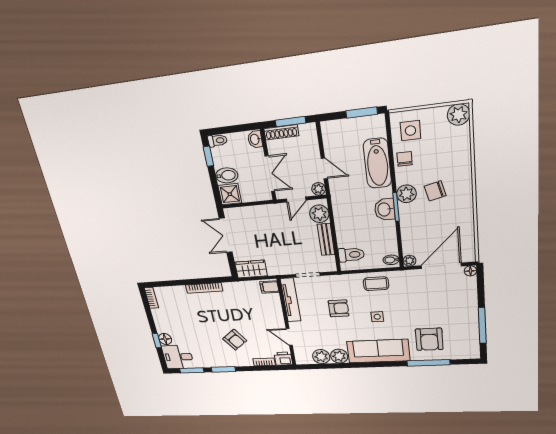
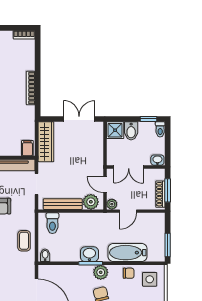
shoe rack: (281, 132) -> (160, 194), moved
bench: (326, 239) -> (63, 204), width x1.36
plant: (409, 261) -> (43, 270), removed
wardrobe: (251, 269) -> (46, 142), width x1.50

